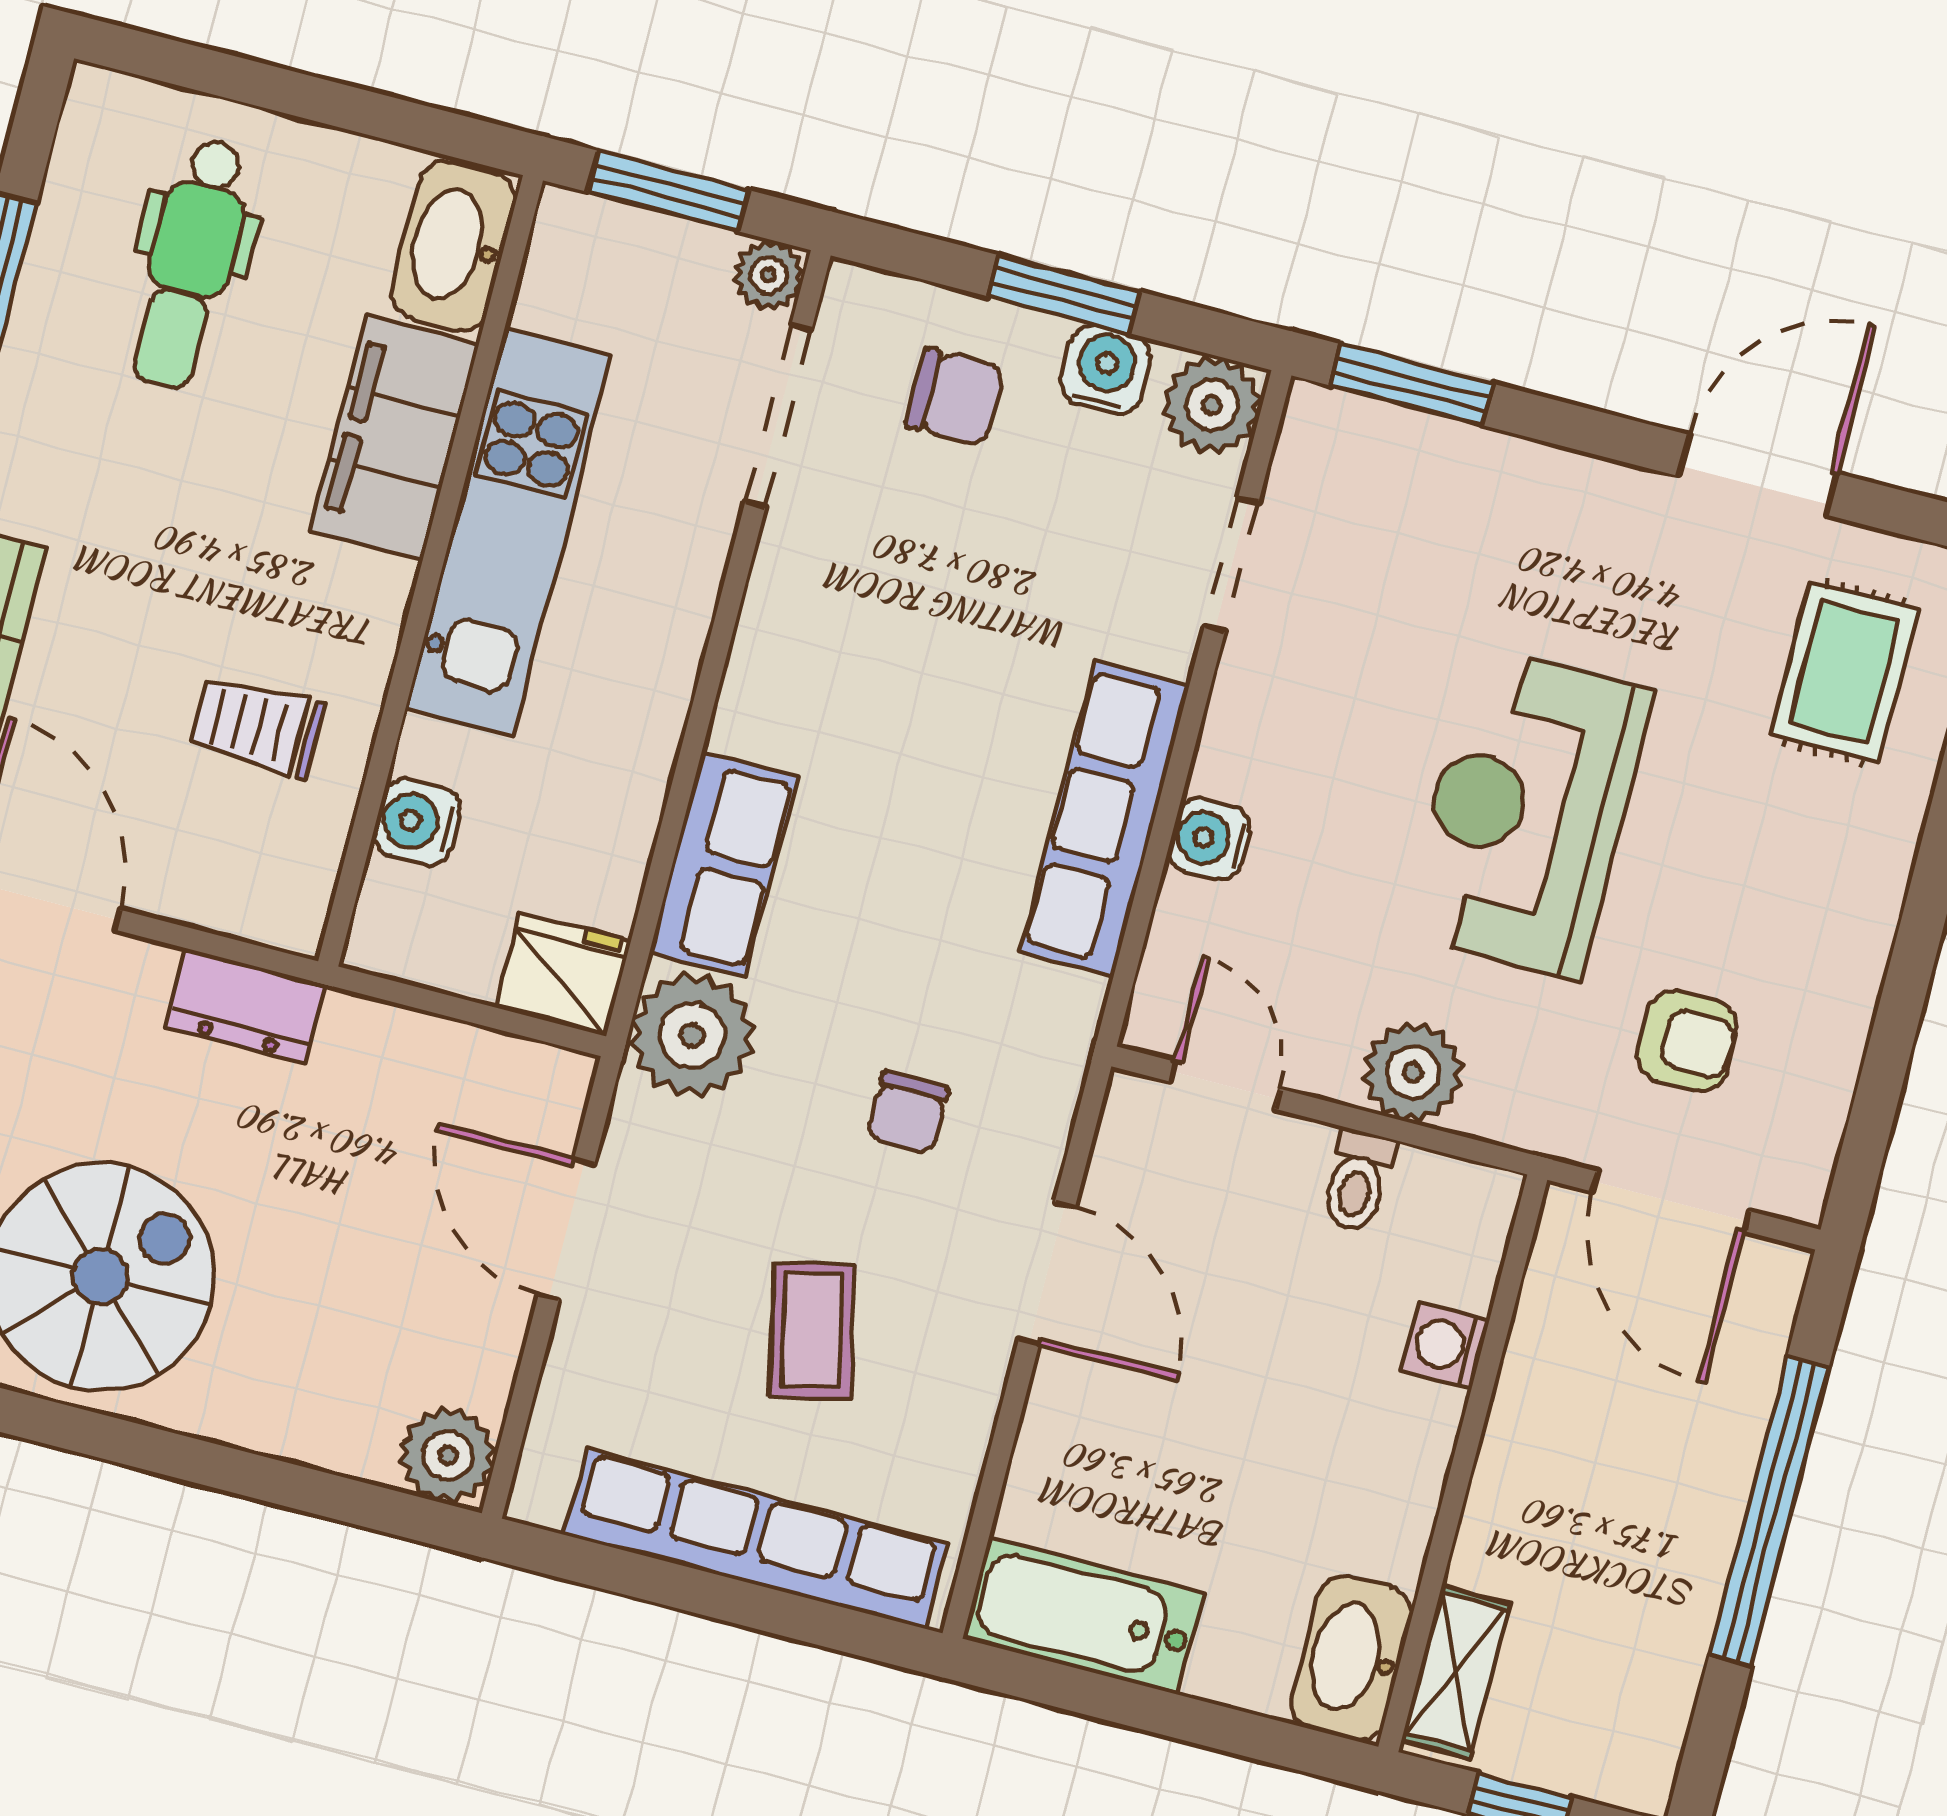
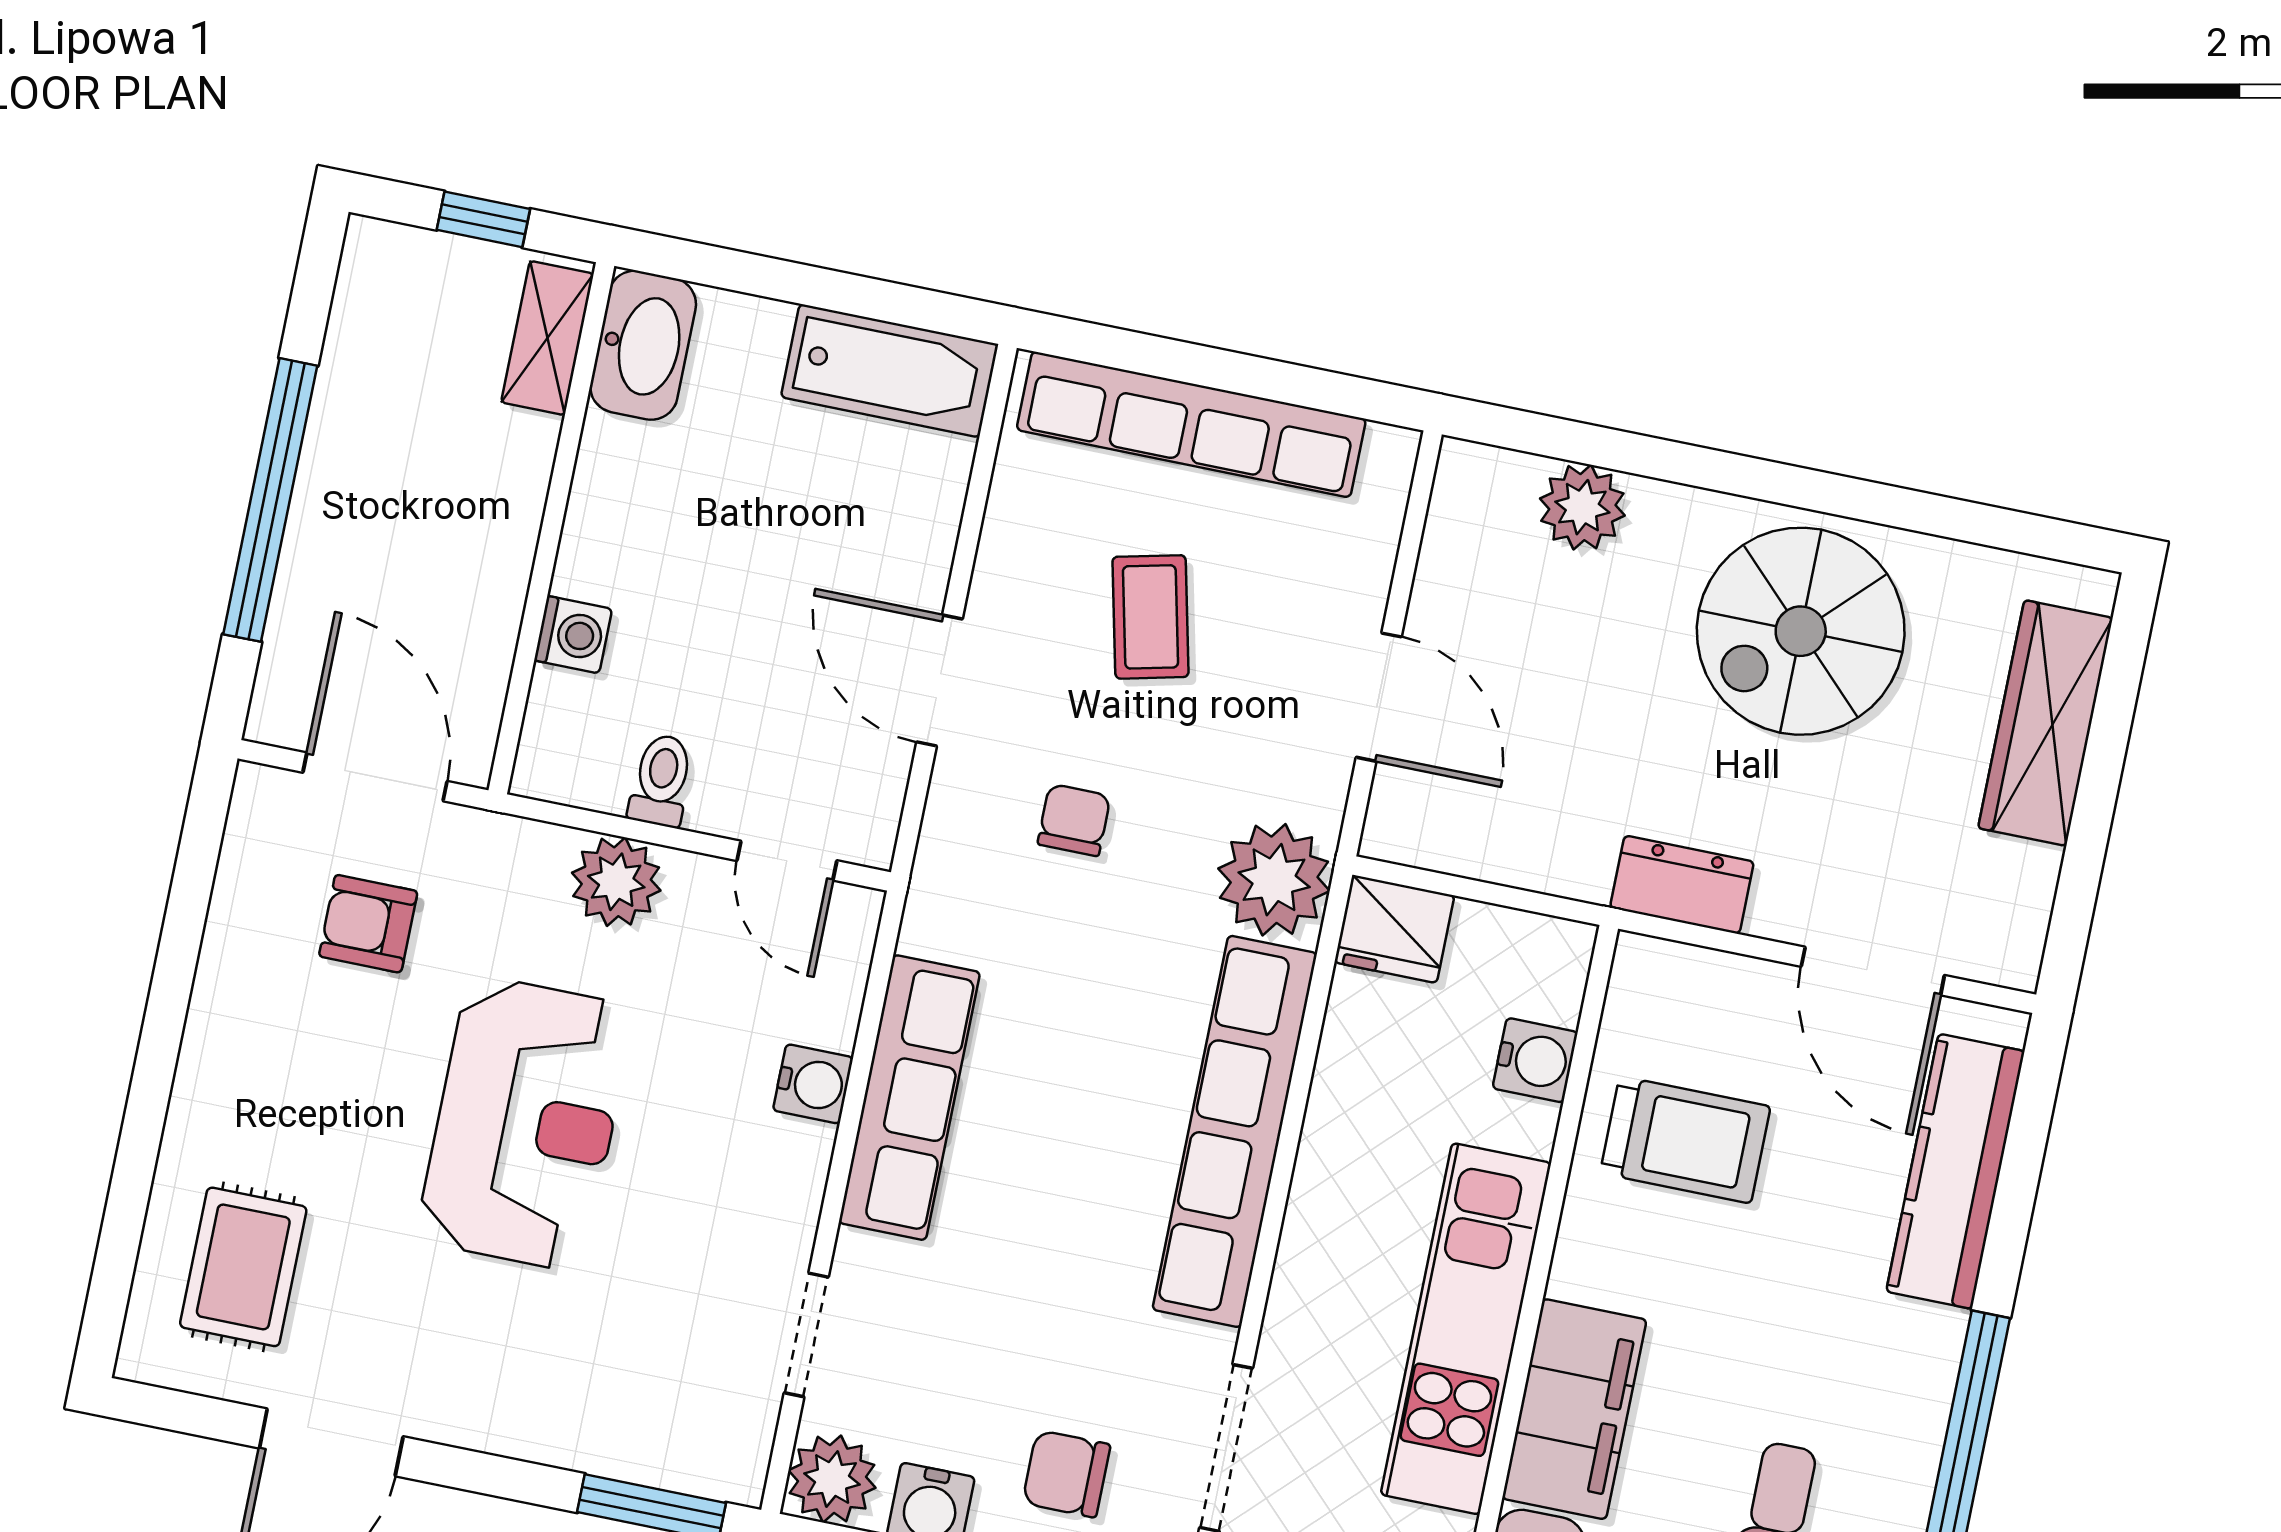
trolley: (257, 726) -> (1685, 1140), width x1.36, depth x1.39
row of seats: (723, 864) -> (1235, 1131), width x2.02
plant: (448, 1455) -> (1582, 507), moved

